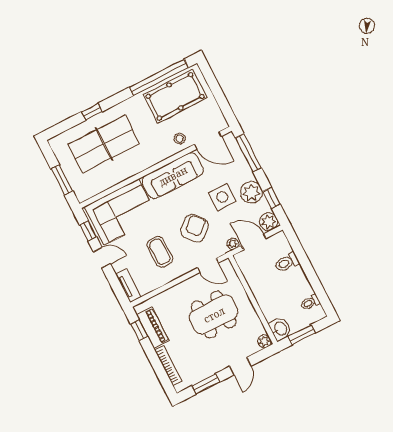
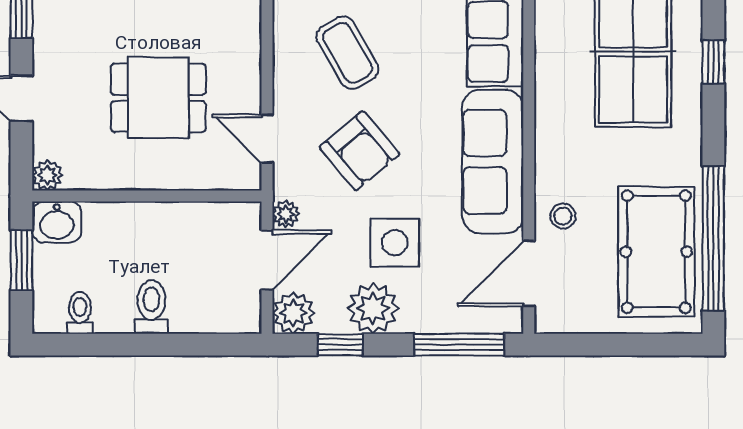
coffee table: (160, 252) -> (347, 53), turned 60
toilet: (287, 262) -> (151, 307), moved
door: (208, 265) -> (267, 139), hinge flipped
dining table: (214, 315) -> (158, 98), width x0.73

